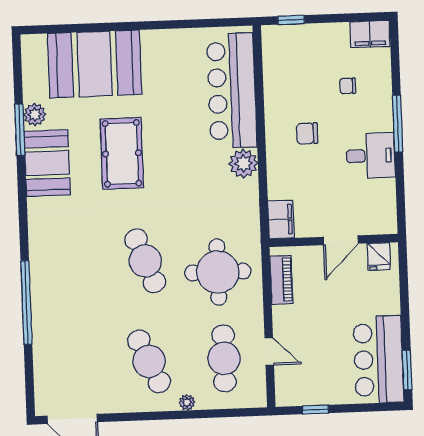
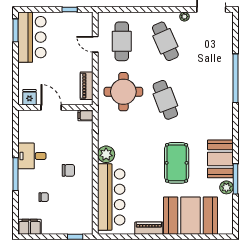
piano: (165, 40) -> (149, 228), added
filing cabinet: (281, 219) -> (85, 115), width x0.50
door: (341, 240) -> (51, 107), hinge flipped
plant: (187, 402) -> (184, 17), moved

